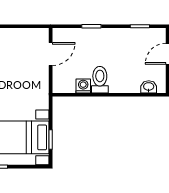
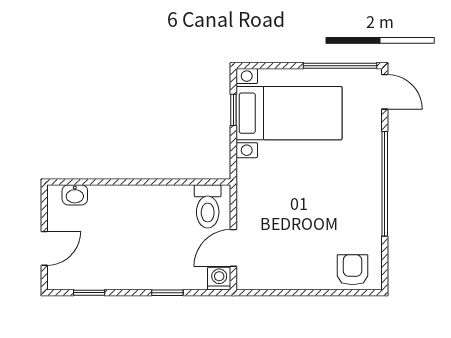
toilet: (100, 80) -> (208, 206), moved
washing machine: (83, 86) -> (219, 279), moved, turned 180

